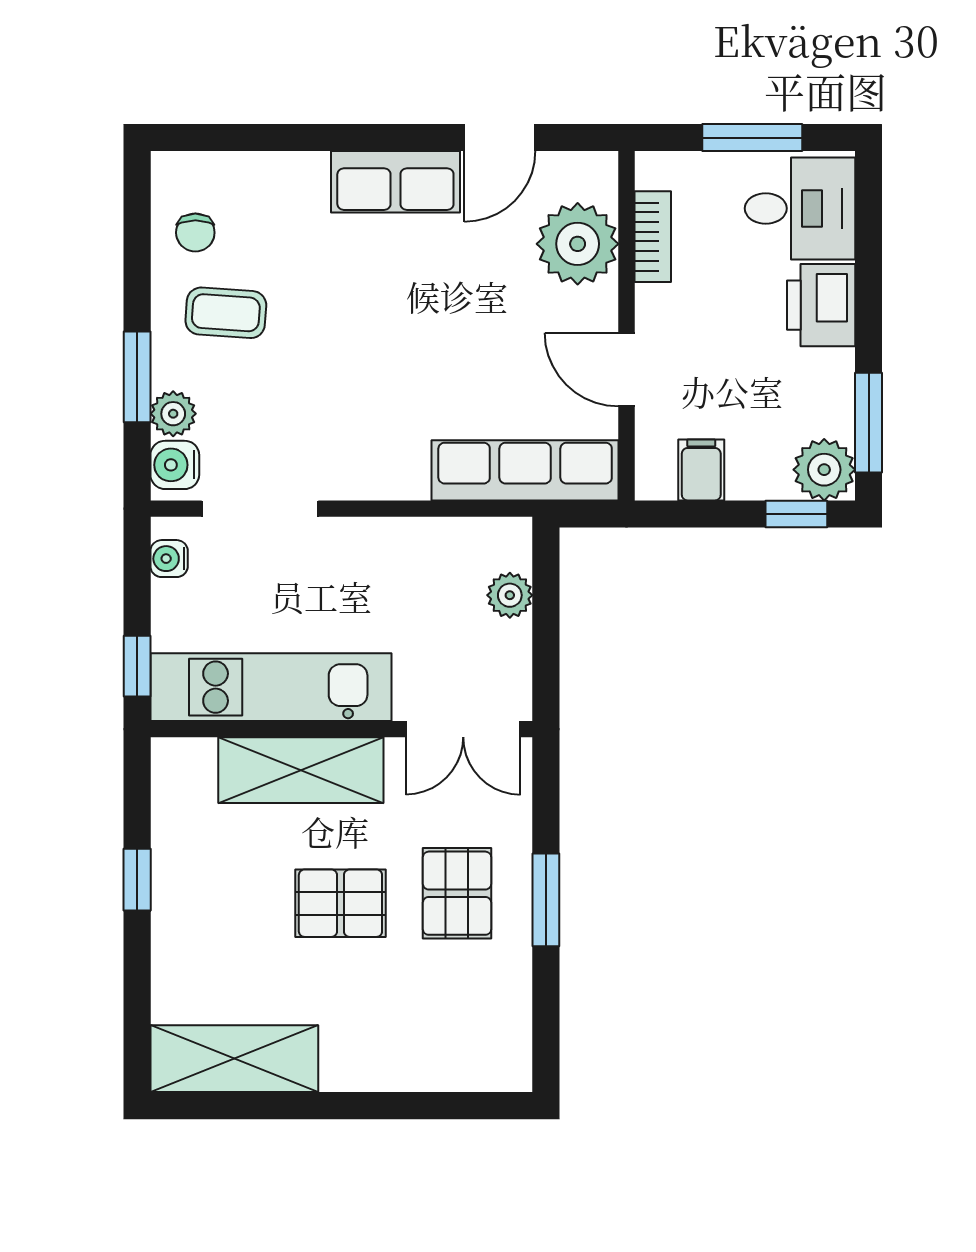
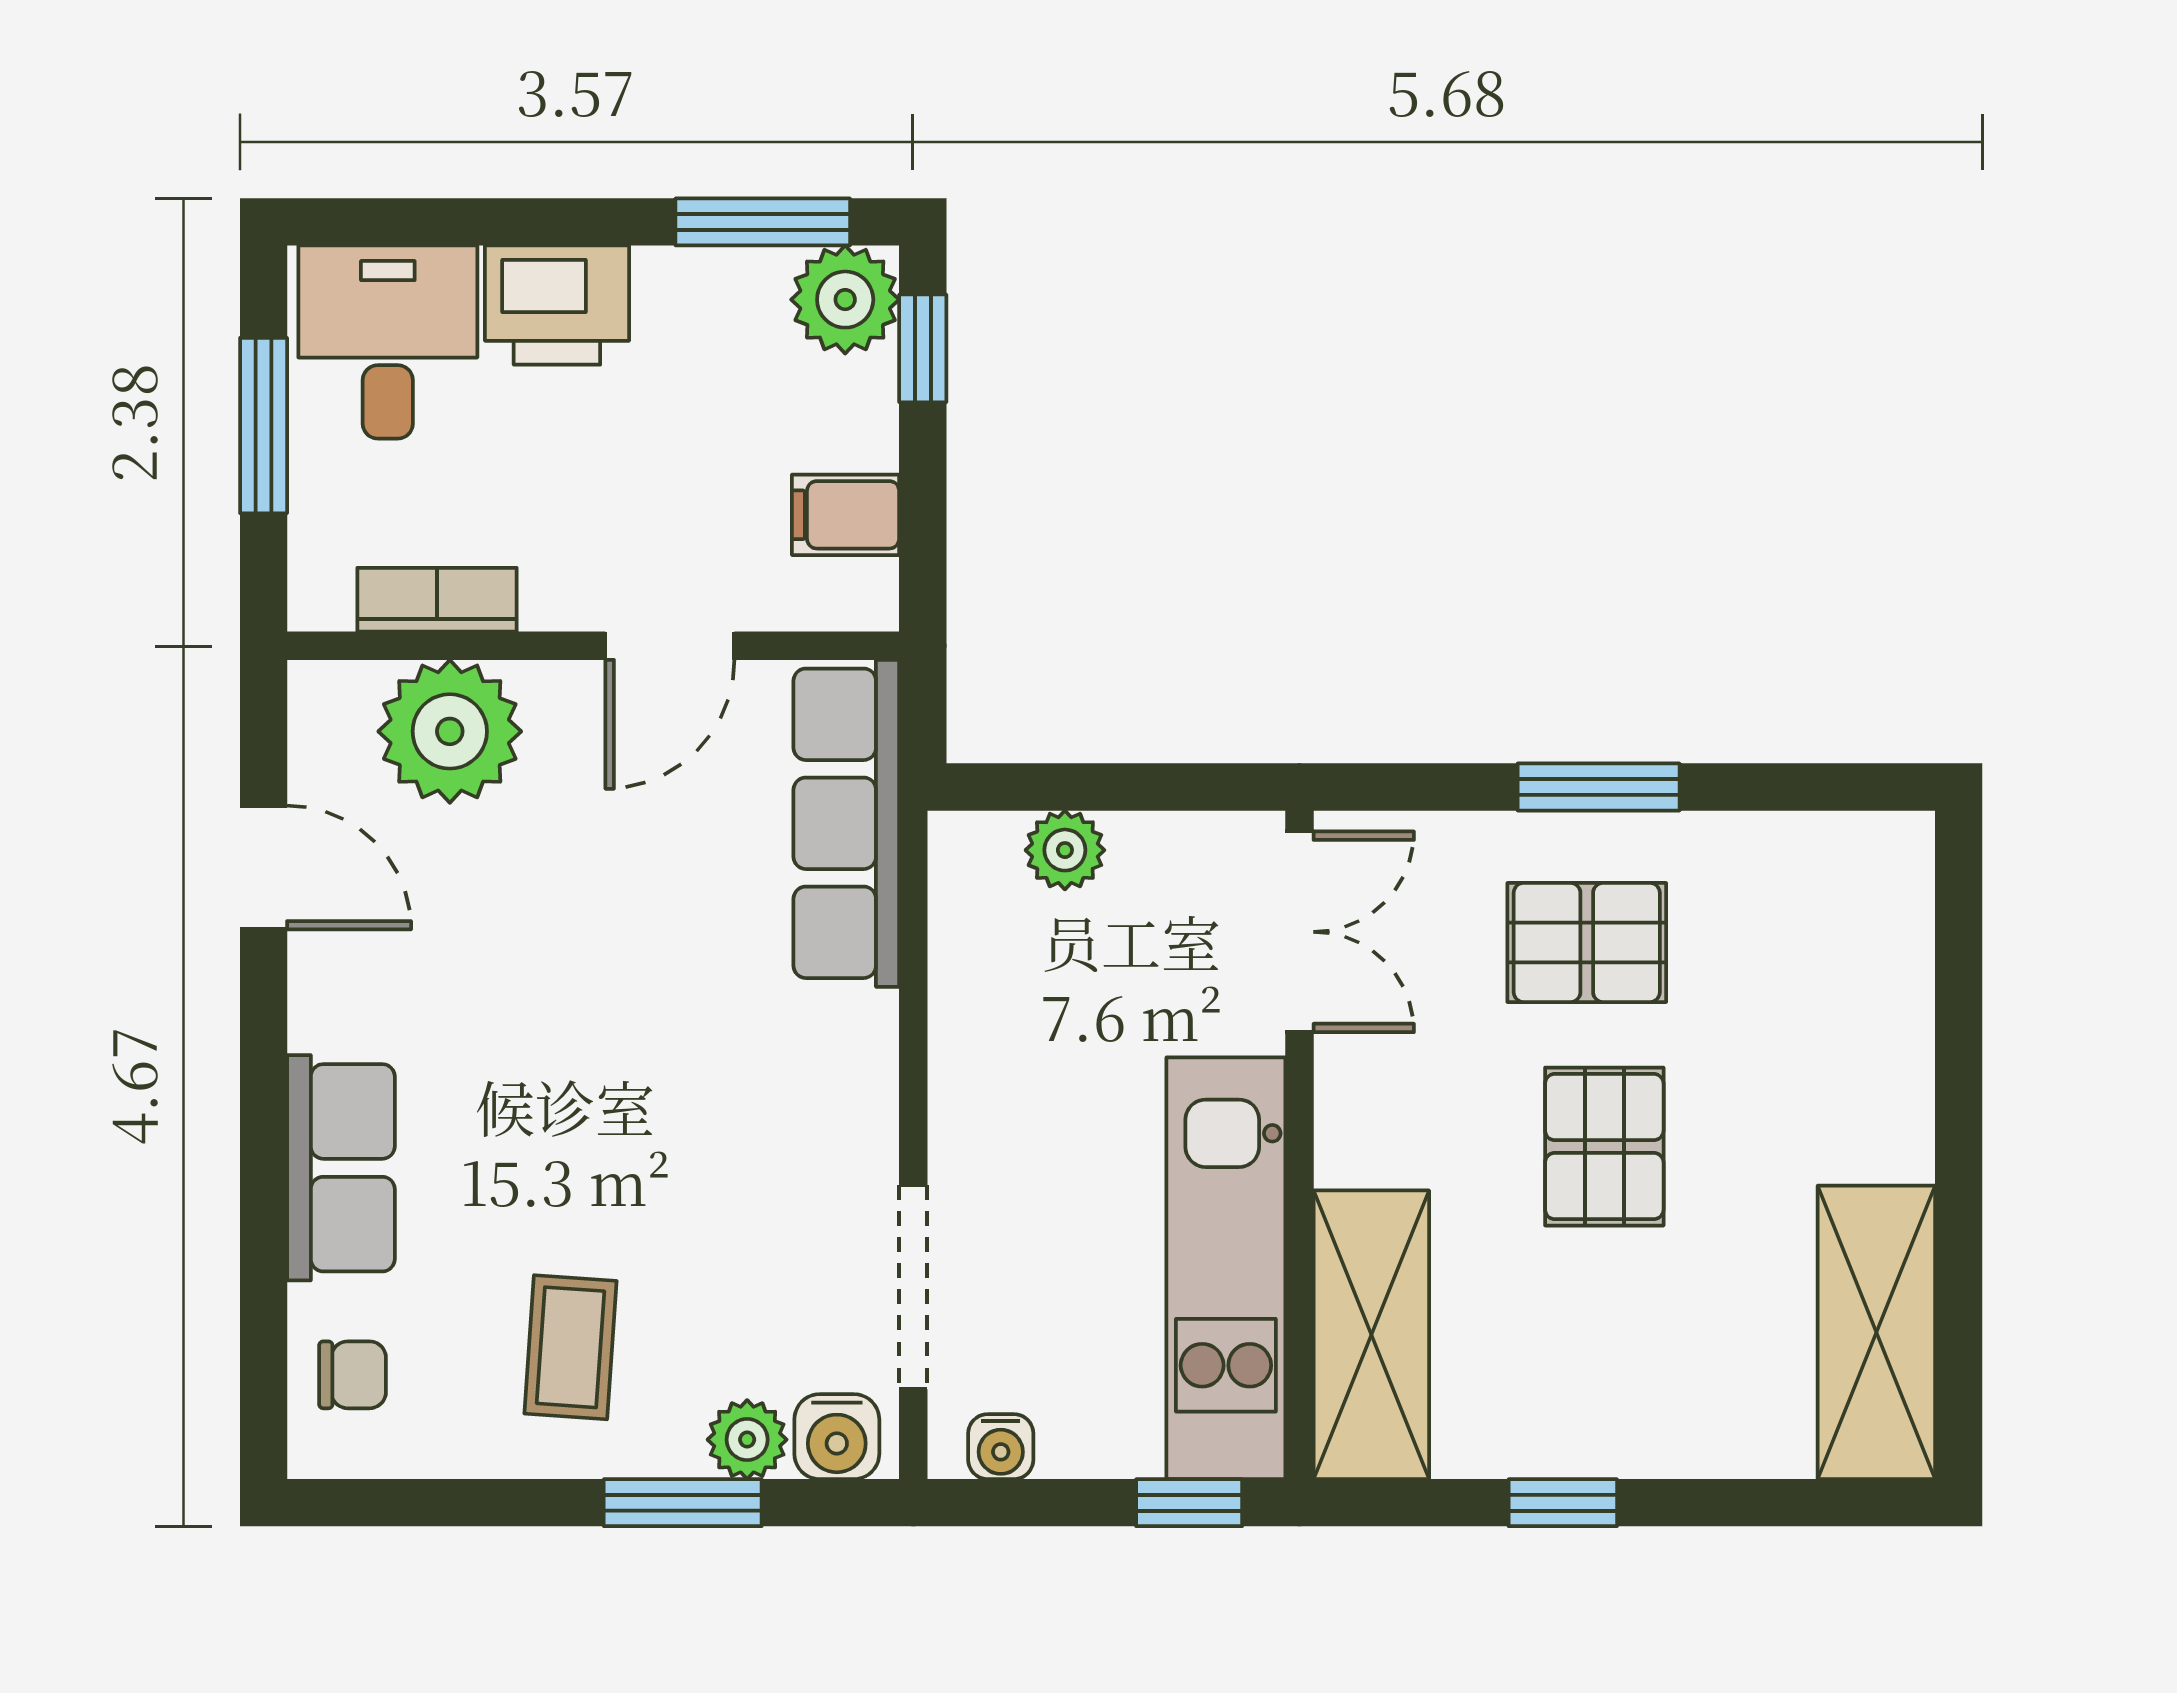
row of seats: (395, 182) -> (341, 1168), moved
chair: (195, 233) -> (353, 1375), moved
shelving: (301, 770) -> (1371, 1335), moved

